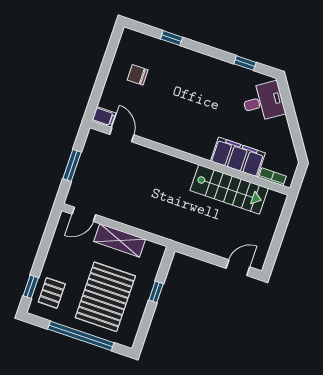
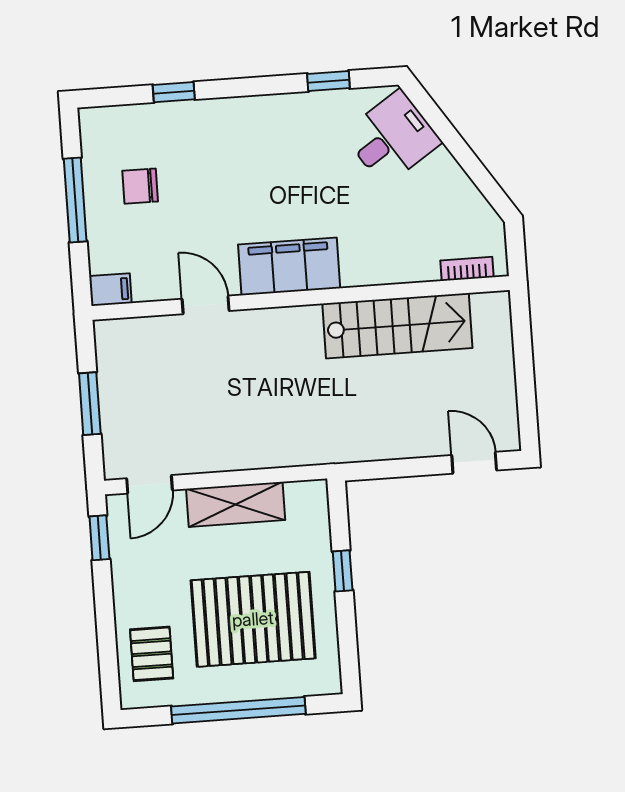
window: (105, 69) -> (75, 200), added
door: (122, 135) -> (206, 305), moved
filing cabinet: (238, 157) -> (289, 266), moved
door: (238, 268) -> (474, 463), hinge flipped
window: (31, 287) -> (99, 538), moved
pallet: (105, 297) -> (253, 619), turned 90

